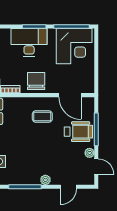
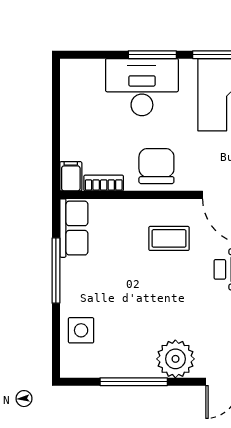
plant: (45, 180) -> (175, 359), width x1.88, depth x1.88

